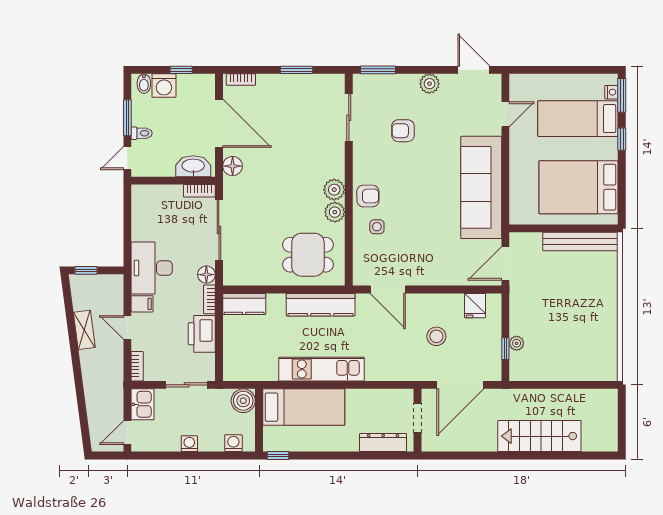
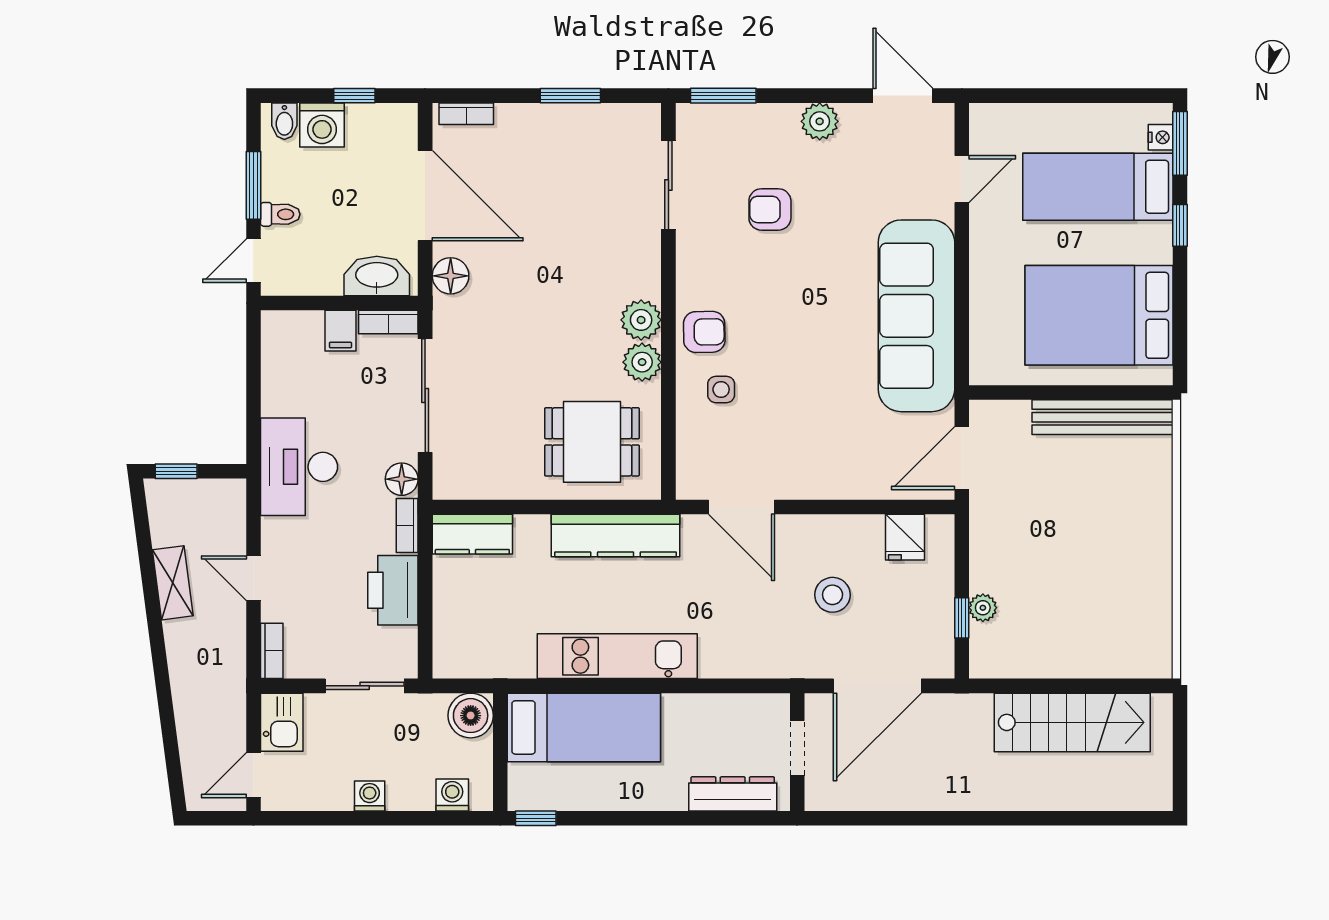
filing cabinet: (142, 304) -> (341, 331), moved, turned 90
stairs: (539, 436) -> (1072, 722), moved, turned 180

